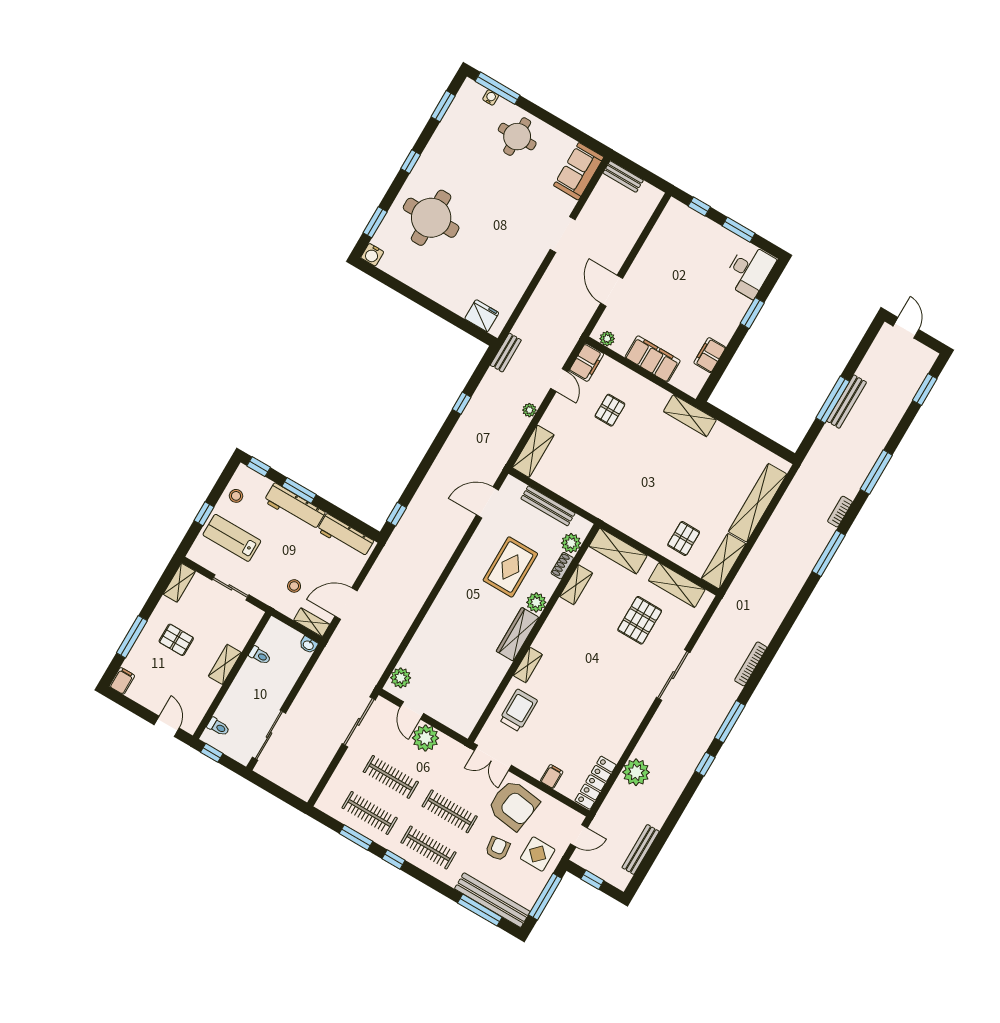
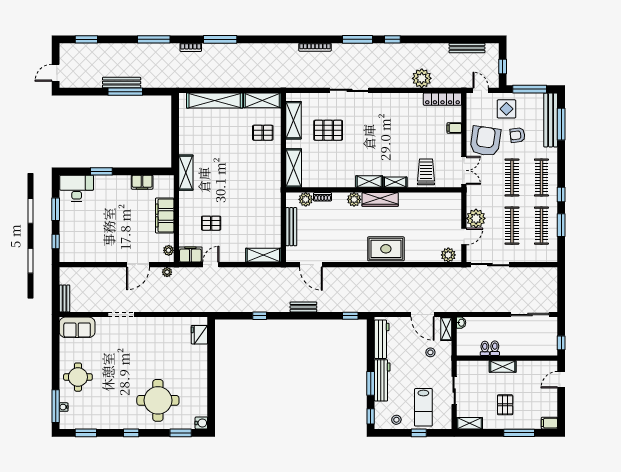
bench: (506, 353) -> (303, 307), moved
plant: (529, 410) -> (167, 272), moved
rug: (510, 567) -> (386, 249), moved
shelving: (576, 585) -> (369, 182), moved
trolley: (518, 710) -> (426, 172), turned 90
toilet: (218, 727) -> (495, 348), moved

